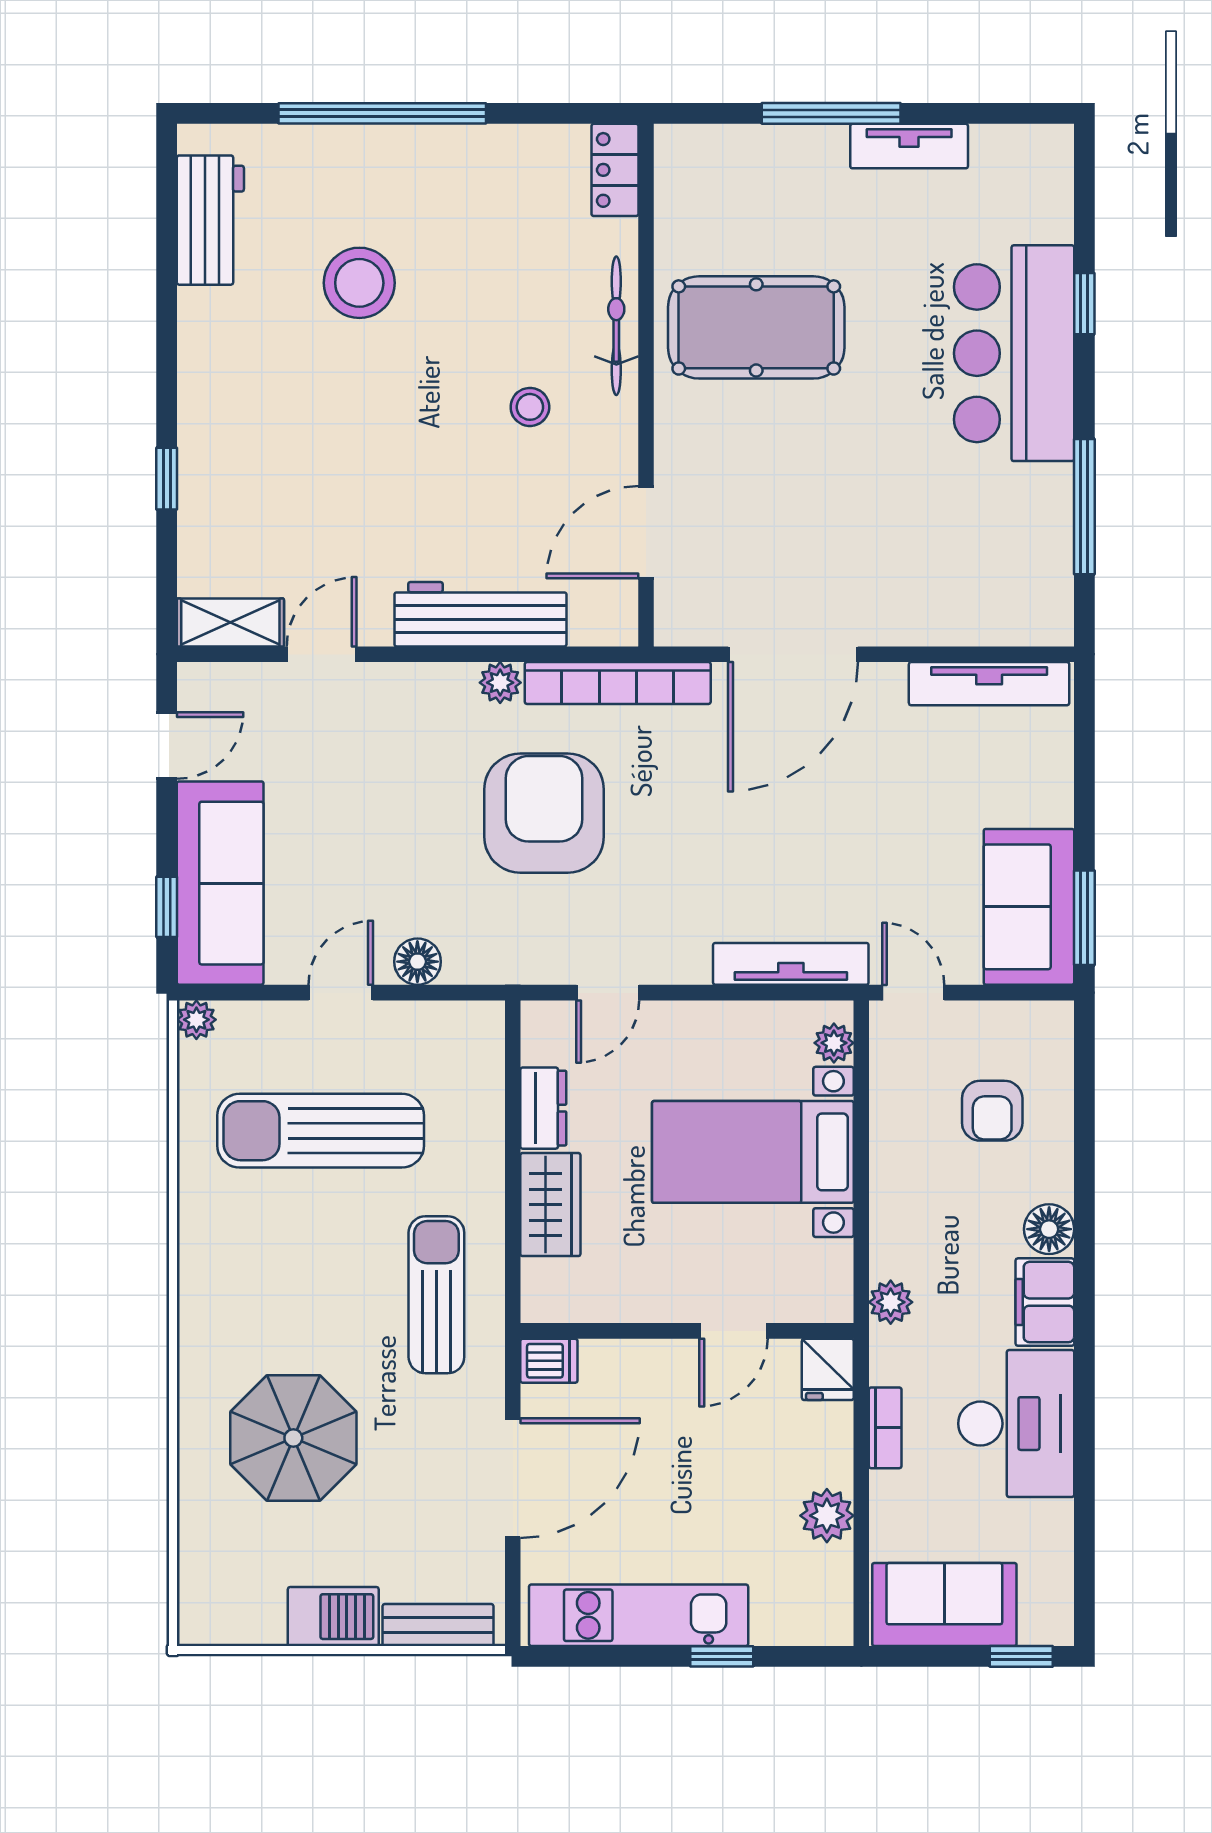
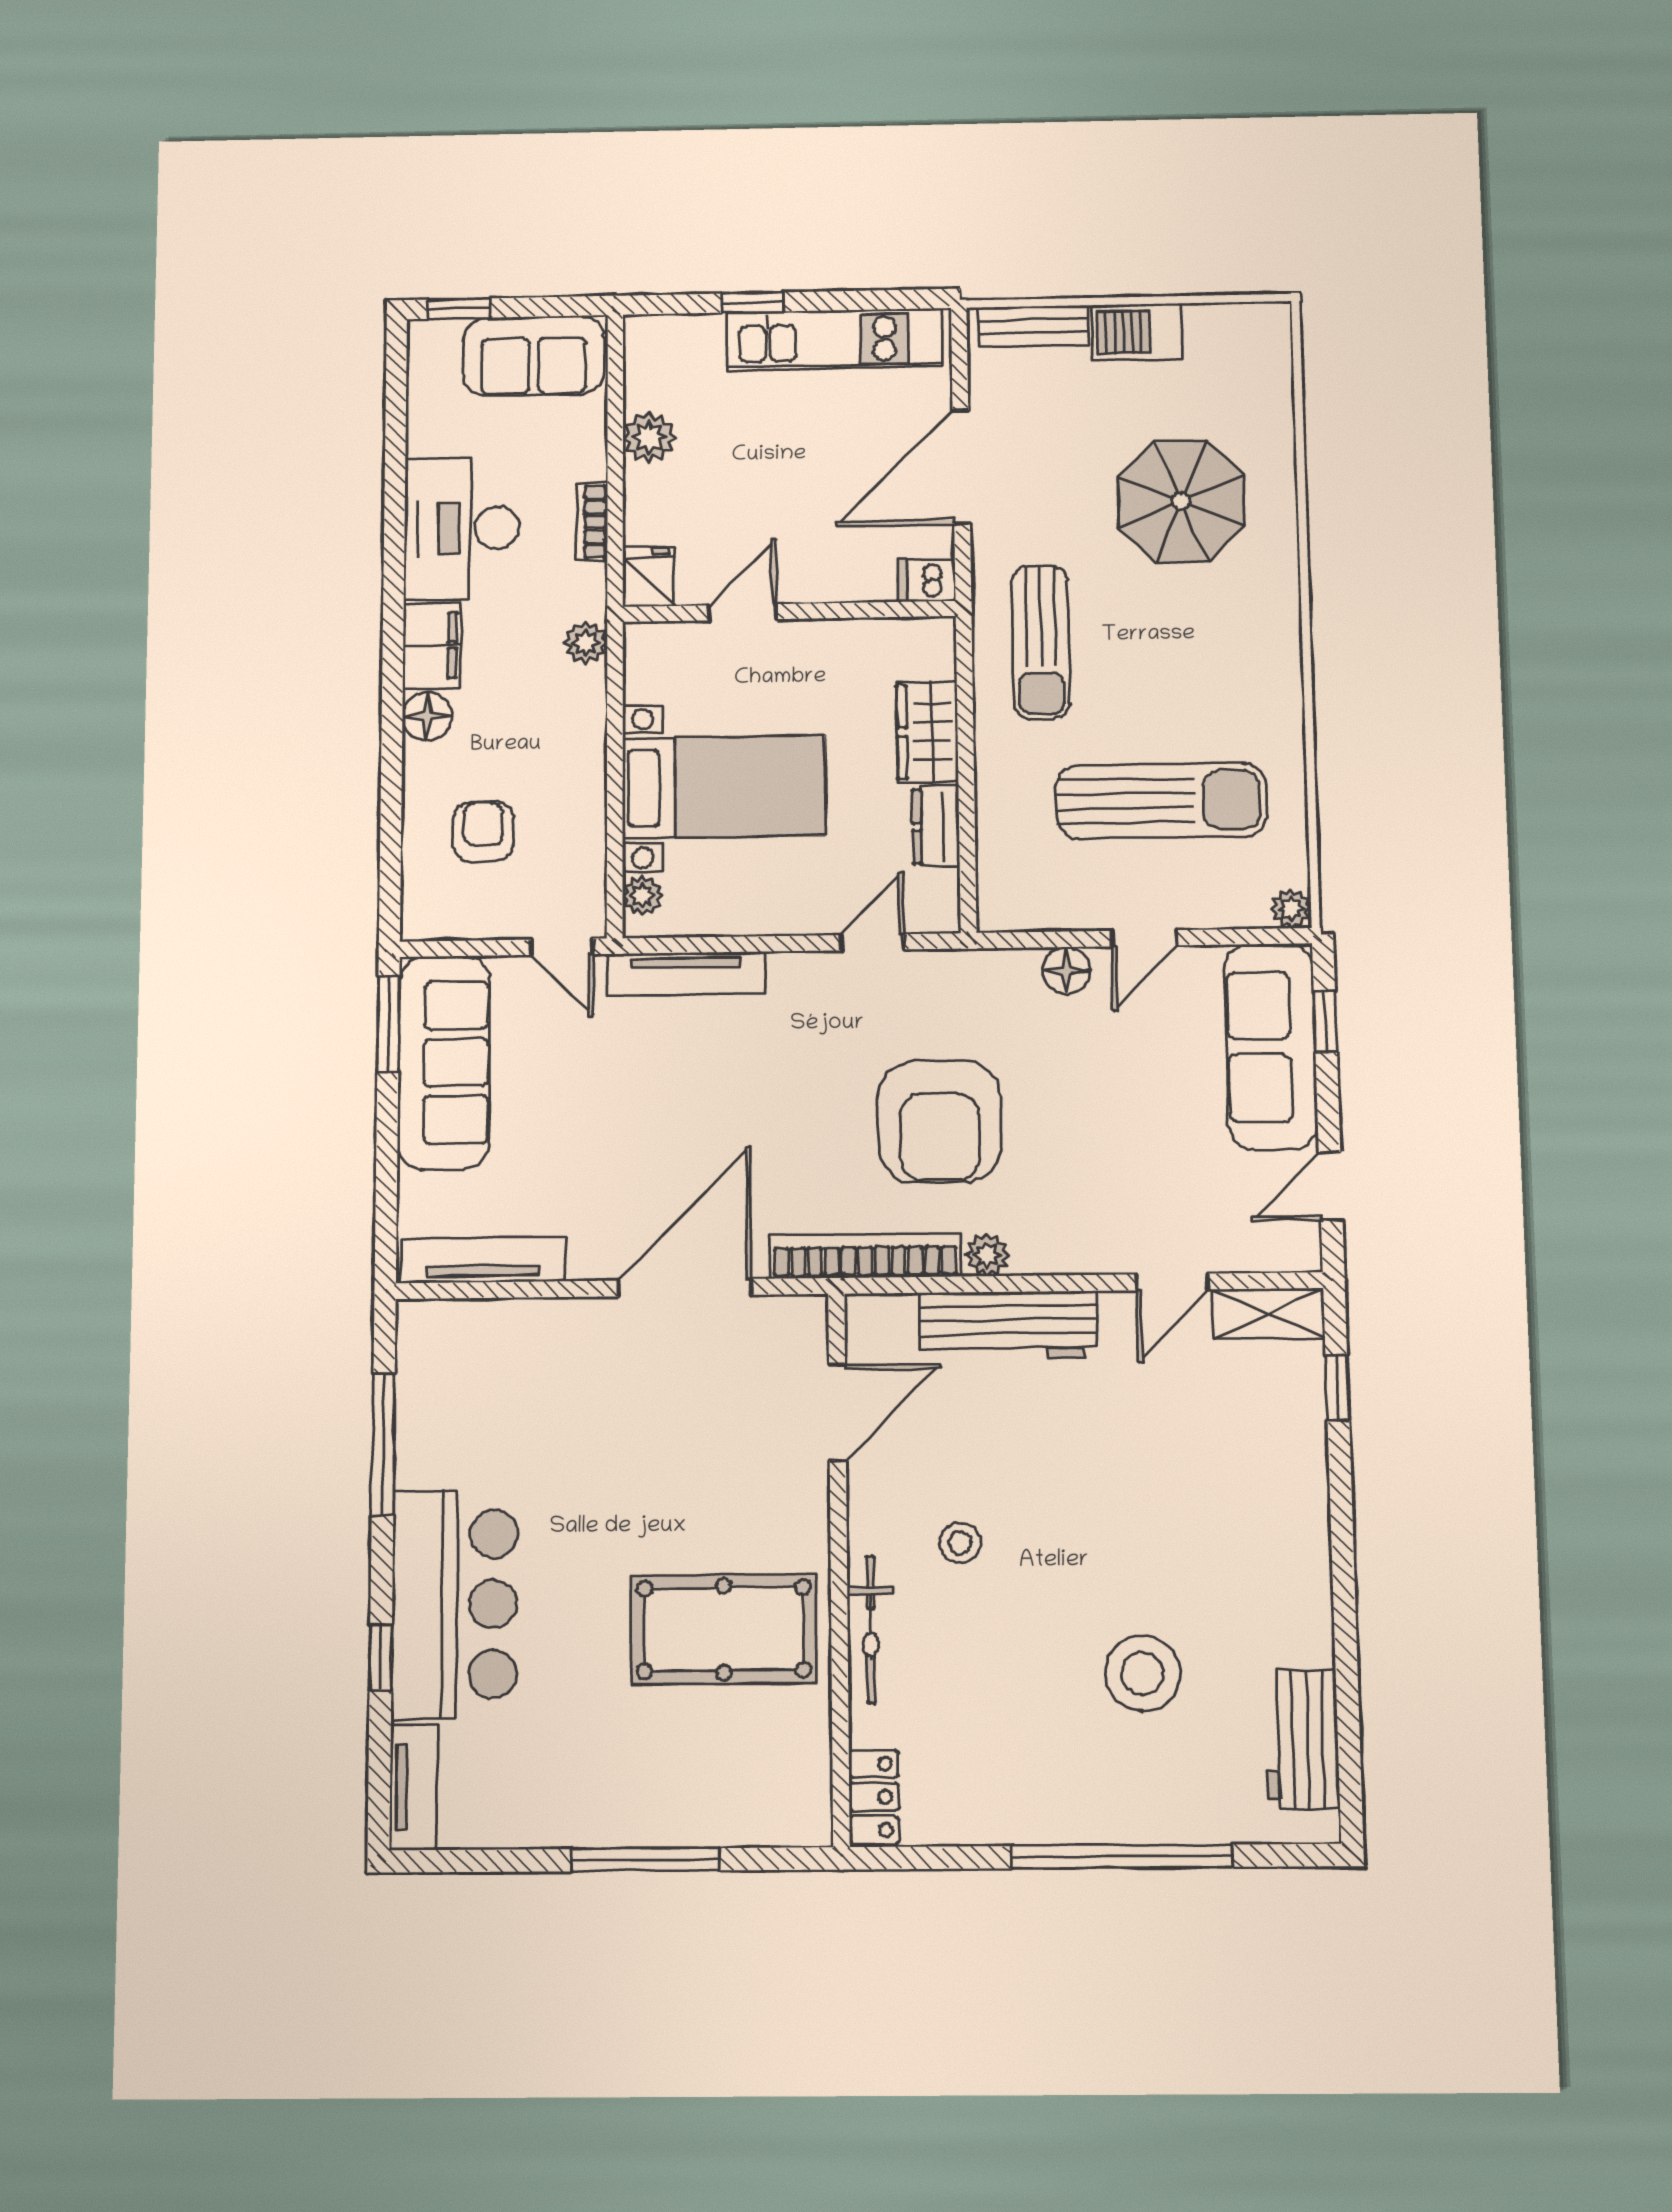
tv unit: (909, 146) -> (413, 1787), moved, turned 90
window: (167, 479) -> (1337, 1388), moved
sofa: (1029, 907) -> (444, 1062), width x1.36

